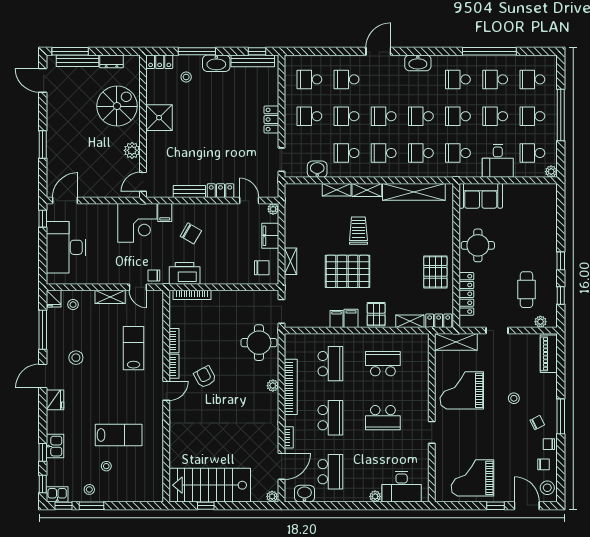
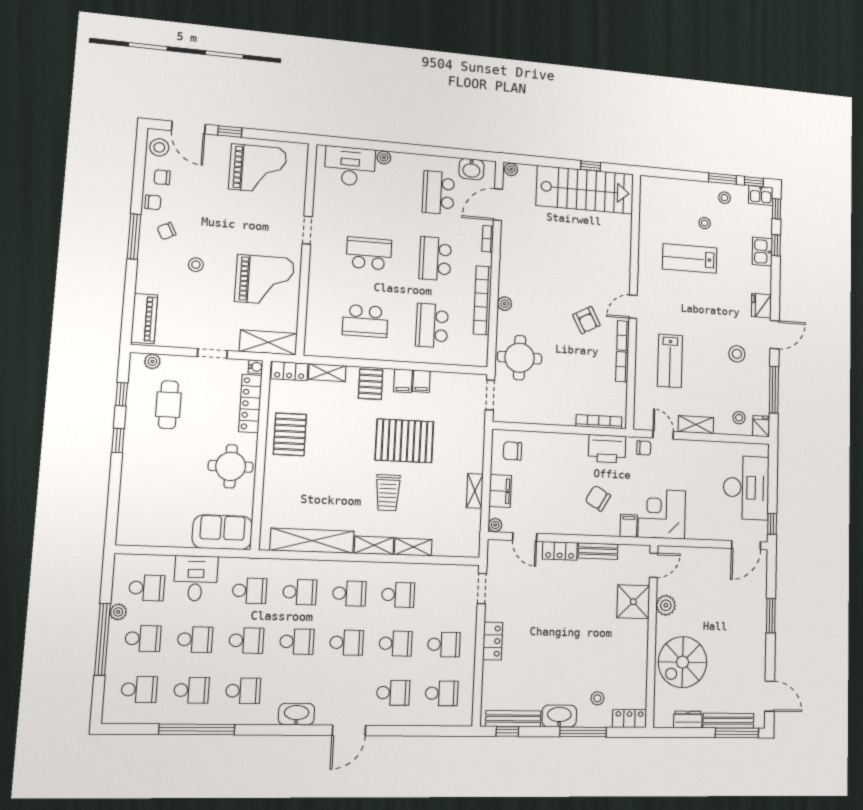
shower: (159, 118) -> (633, 602), moved
washbasin: (317, 169) -> (437, 575), removed
plant: (551, 172) -> (118, 612), moved
shelving: (291, 261) -> (475, 491), moved
water cooler: (464, 322) -> (256, 367), added

